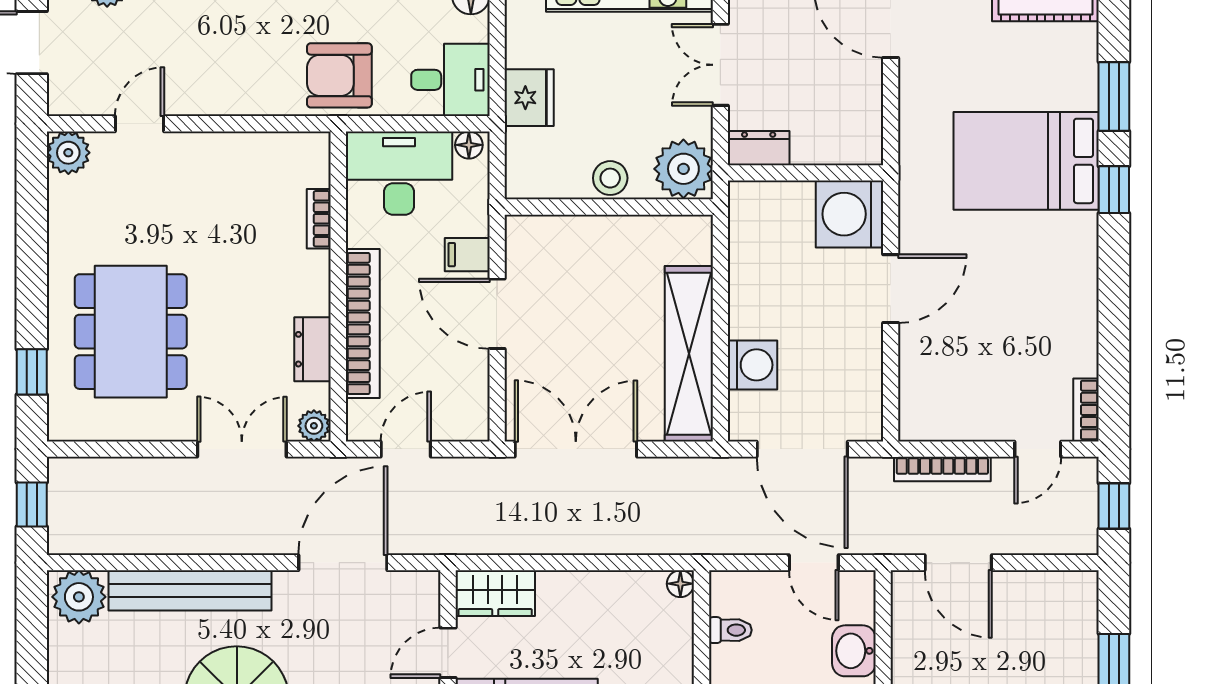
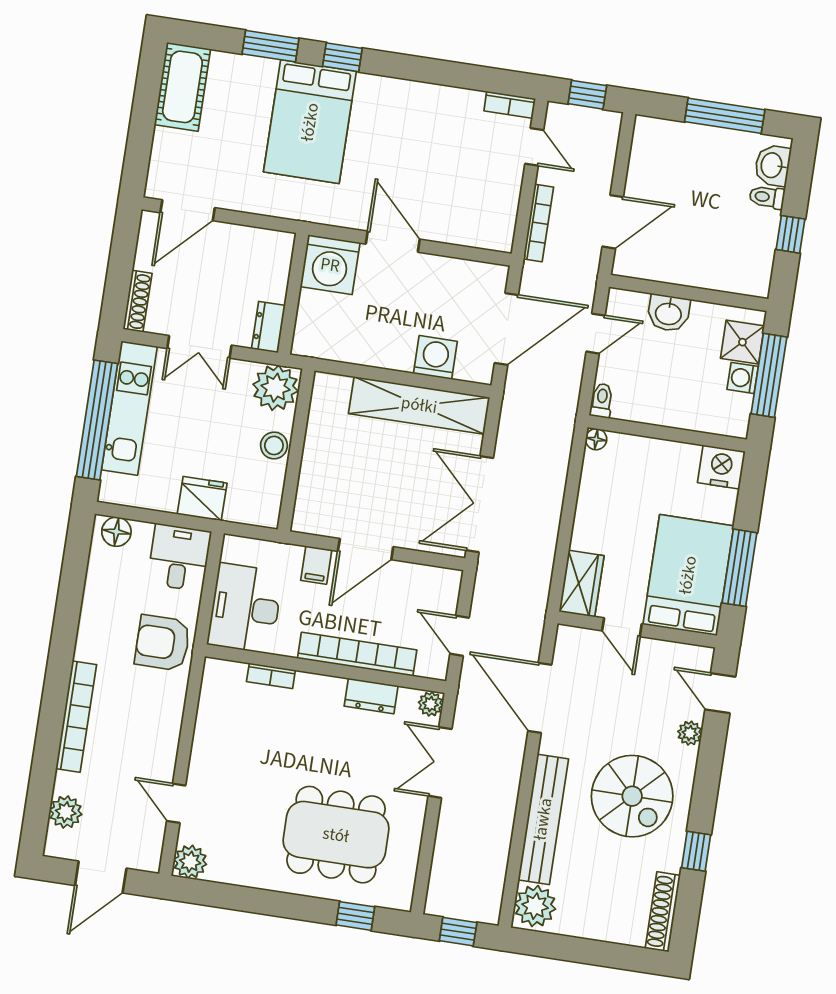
armchair: (339, 75) -> (163, 643), turned 90
floor lamp: (469, 145) -> (232, 551), removed
toilet: (730, 630) -> (602, 401), moved

